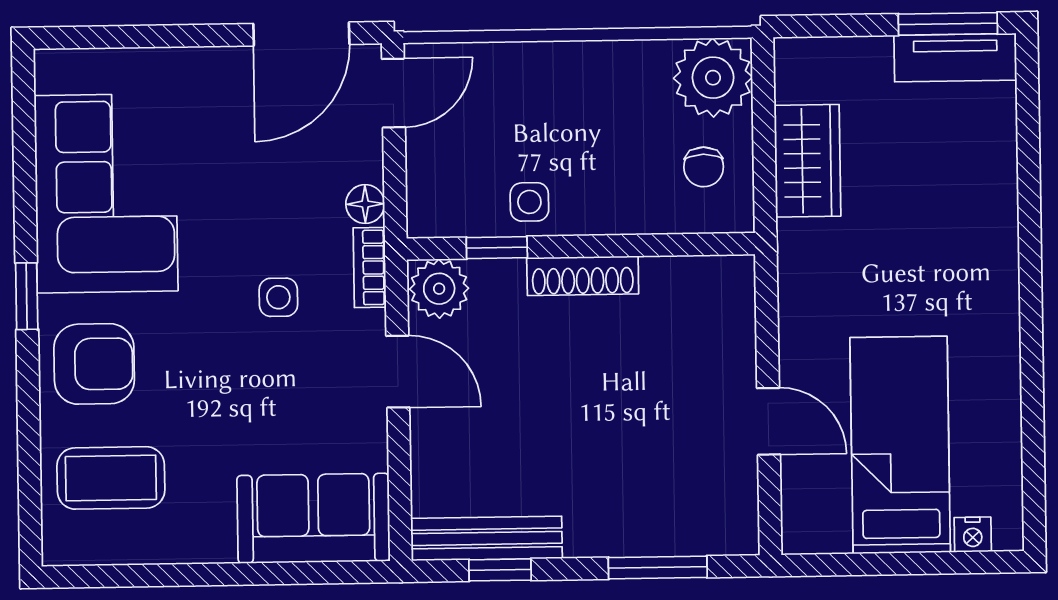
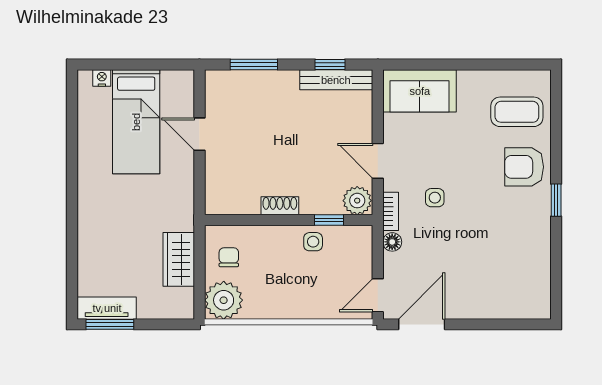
corner sofa: (106, 193) -> (517, 249), removed
shoe rack: (583, 276) -> (280, 206), width x0.70

